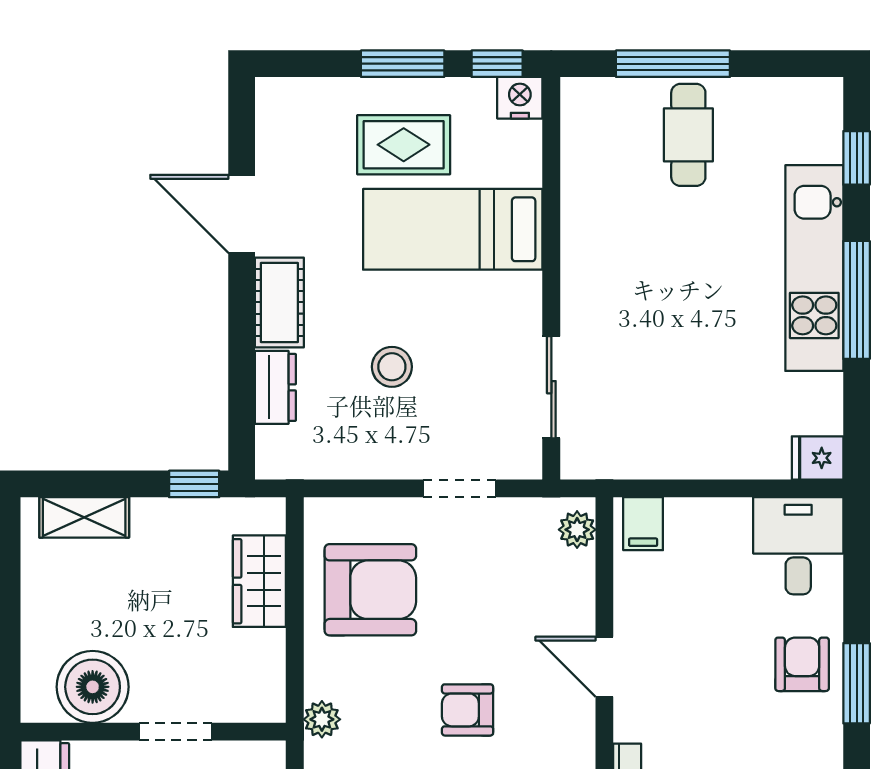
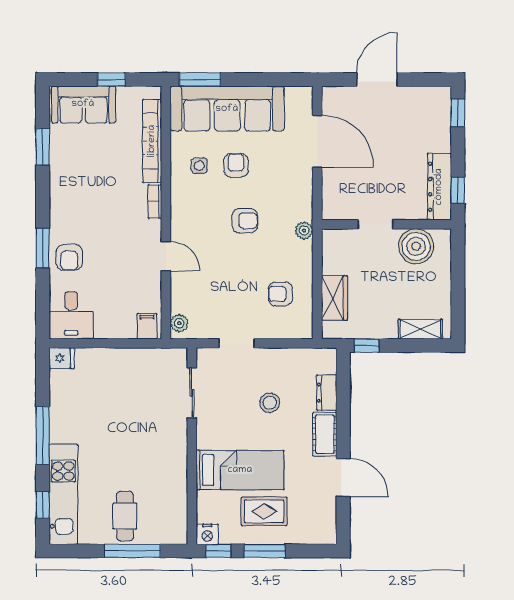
kitchen unit: (814, 268) -> (63, 494), moved
armchair: (370, 590) -> (280, 294), width x0.53, depth x0.53
armchair: (468, 710) -> (245, 221), moved

